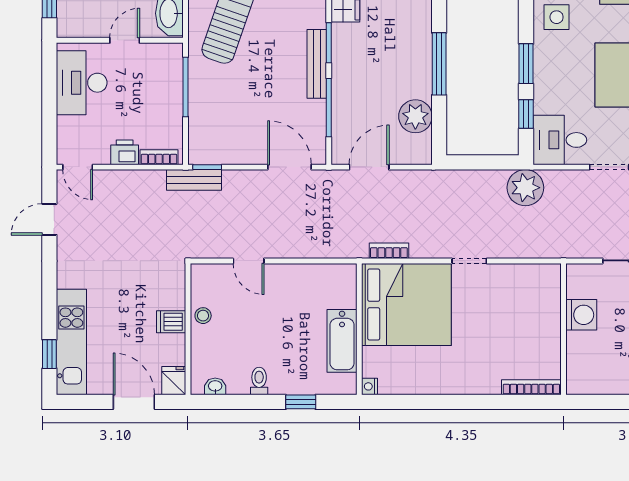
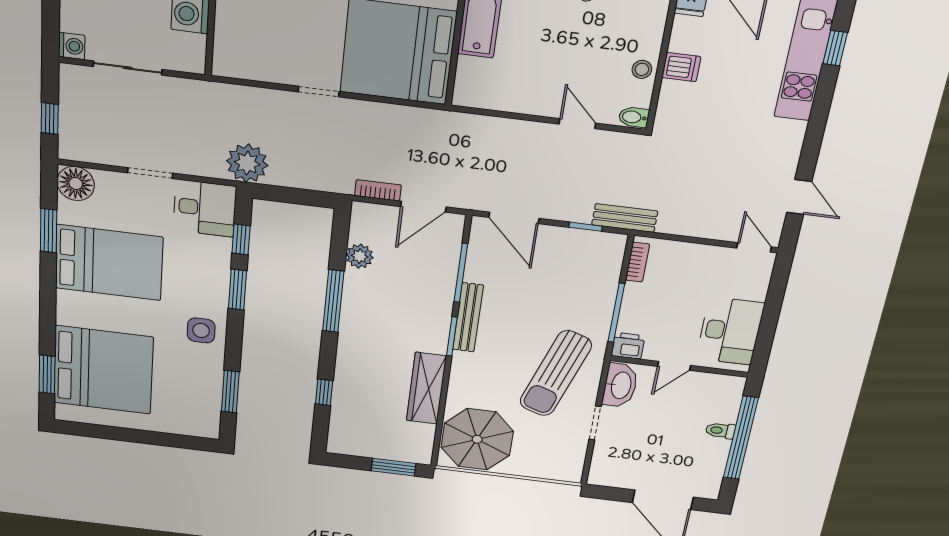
plant: (415, 116) -> (360, 256), width x0.73, depth x0.73
printer: (125, 152) -> (628, 346), moved, turned 180
bookcase: (159, 157) -> (637, 262), moved, turned -90
window: (207, 167) -> (586, 227), moved
door: (49, 219) -> (799, 197), hinge flipped
bookcase: (389, 251) -> (378, 190), moved, turned 180
bidet: (203, 273) -> (634, 117), added

